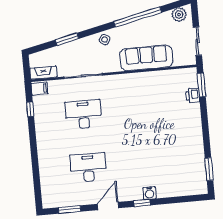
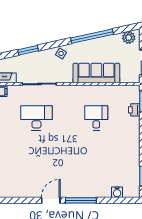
desk: (88, 168) -> (96, 118), moved, width x0.73
water cooler: (150, 193) -> (117, 192), moved
window: (142, 203) -> (81, 200), width x2.17
window: (70, 210) -> (17, 200), removed

